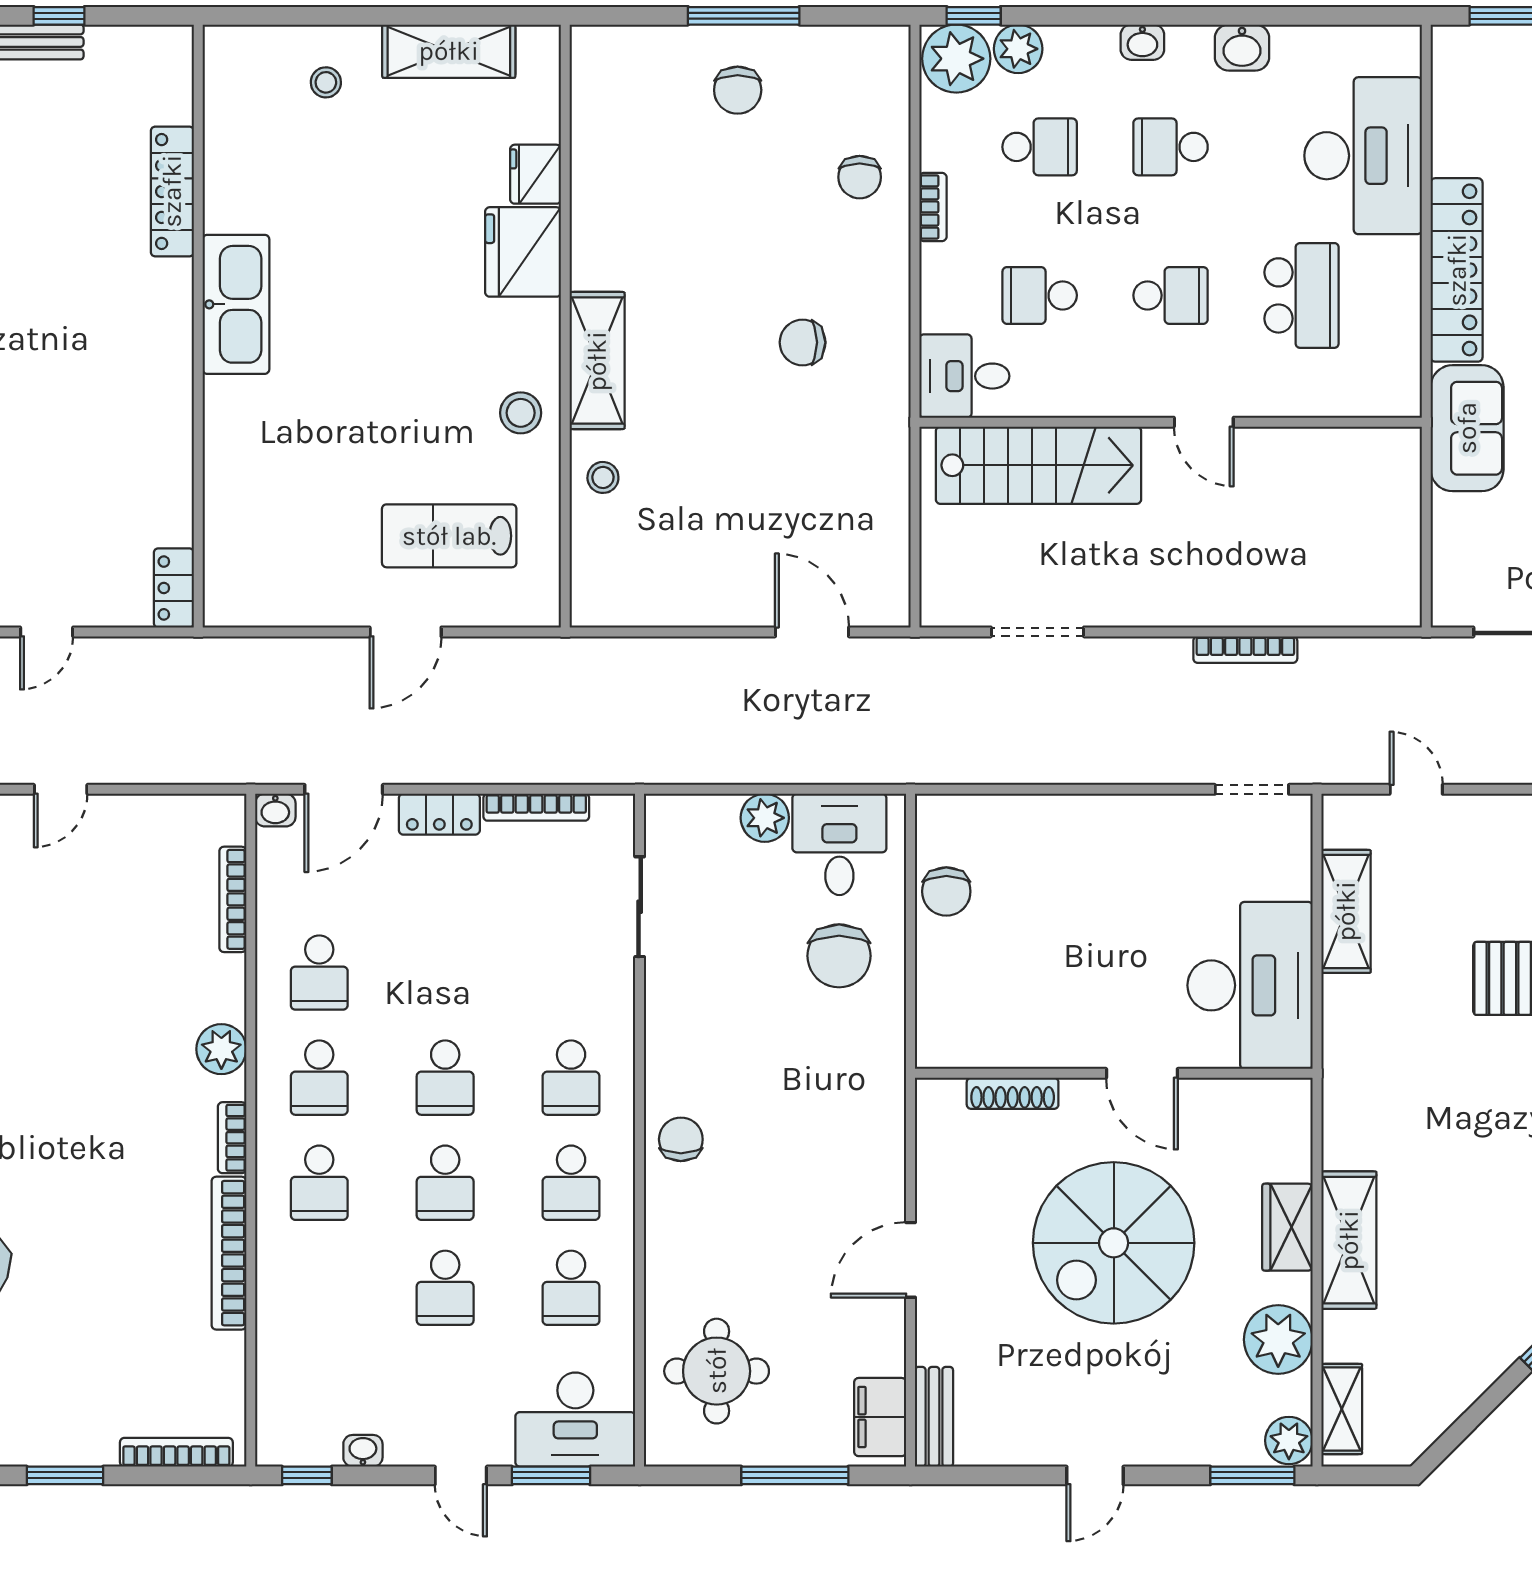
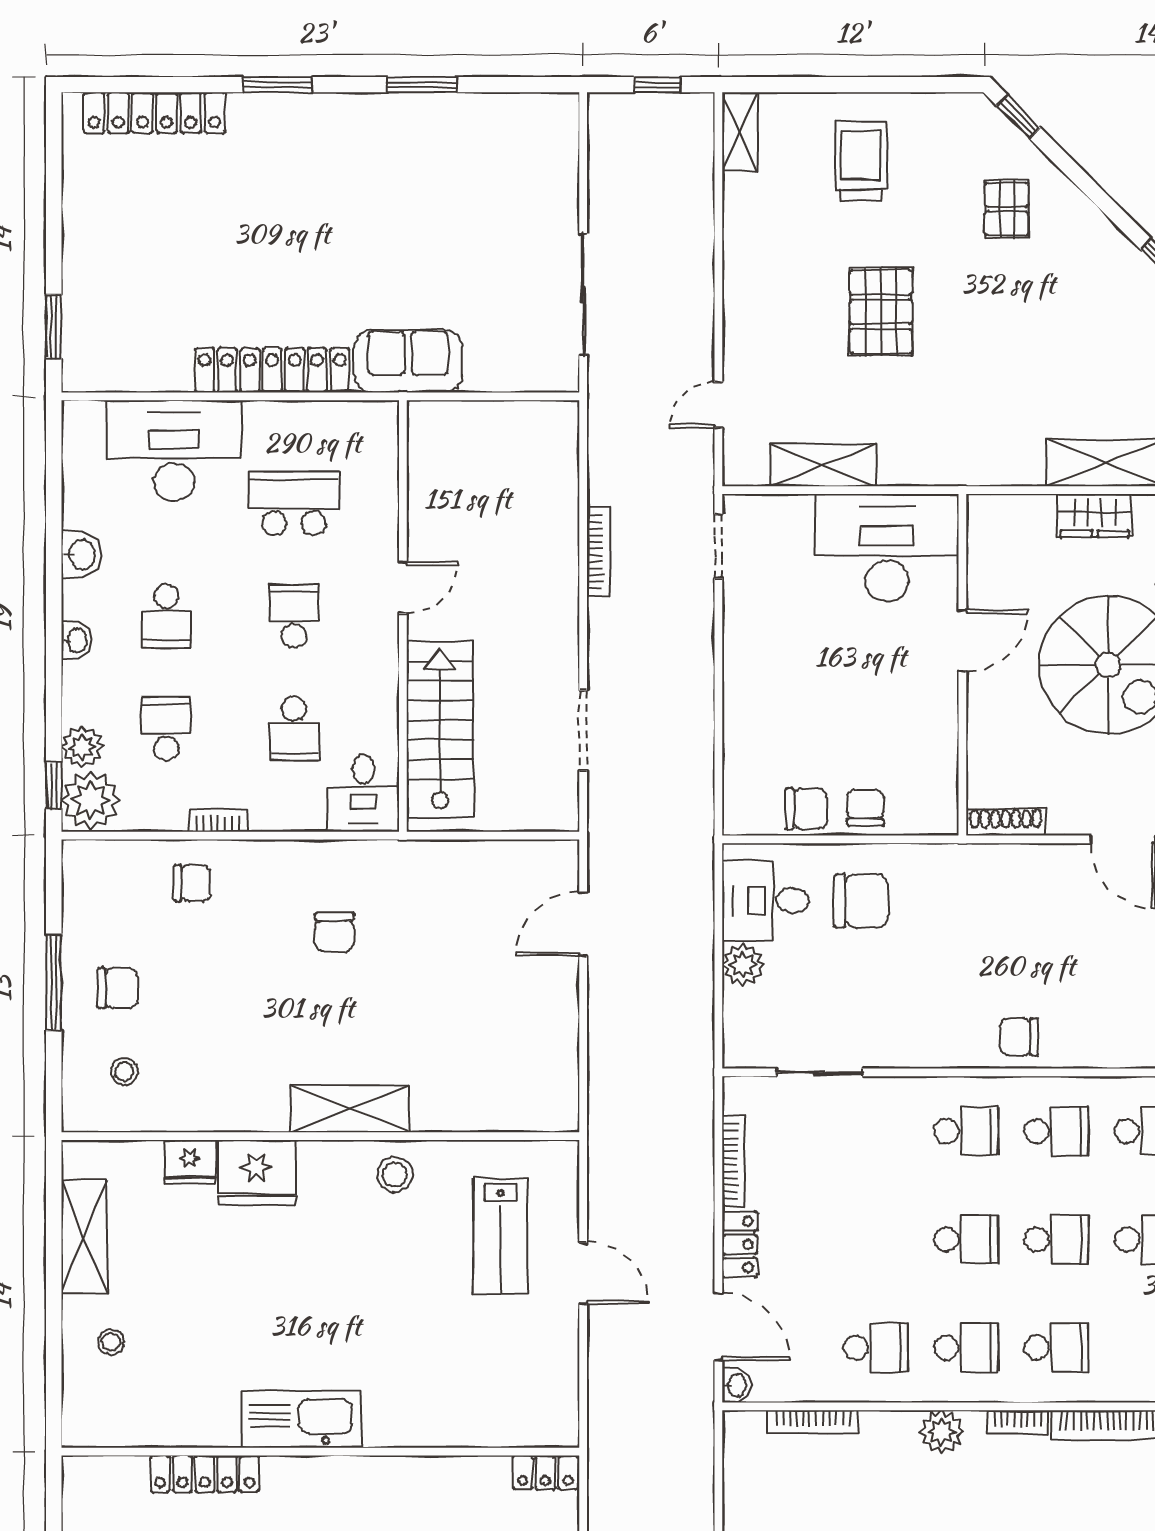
stool: (603, 477) -> (124, 1071), moved
chair: (948, 960) -> (865, 807), added
shoe rack: (1013, 1093) -> (1006, 822), moved, turned -90

